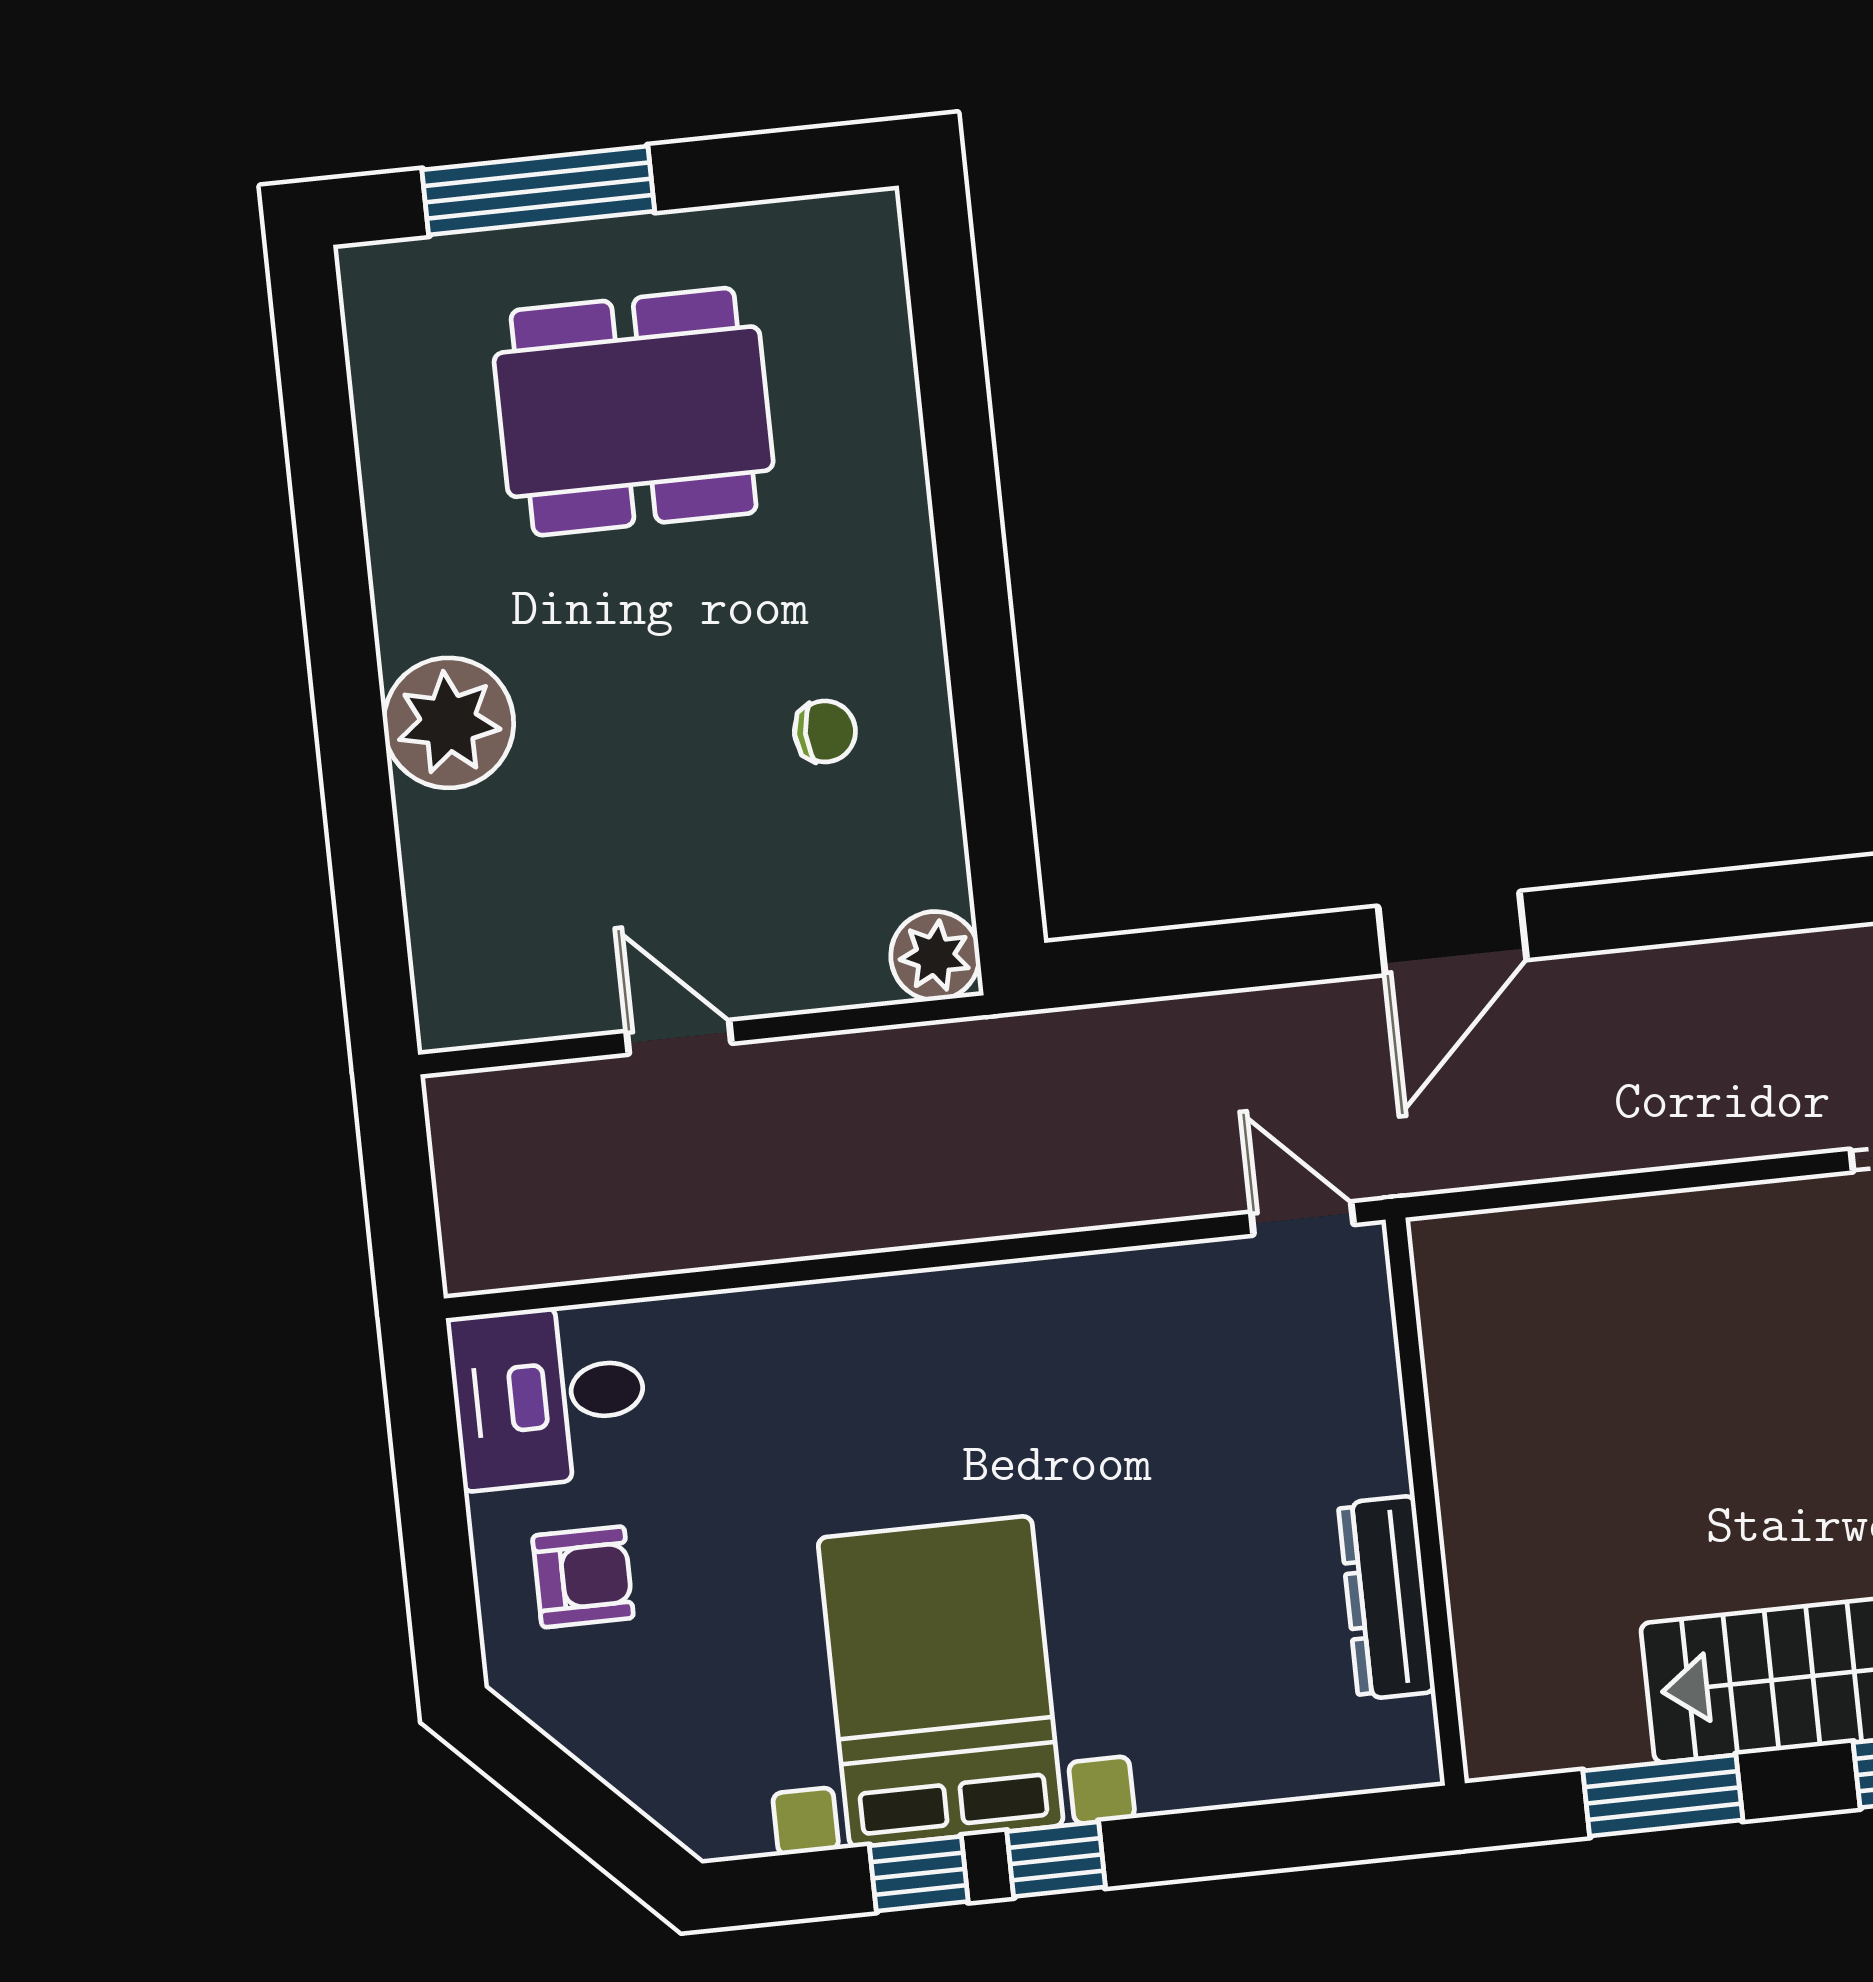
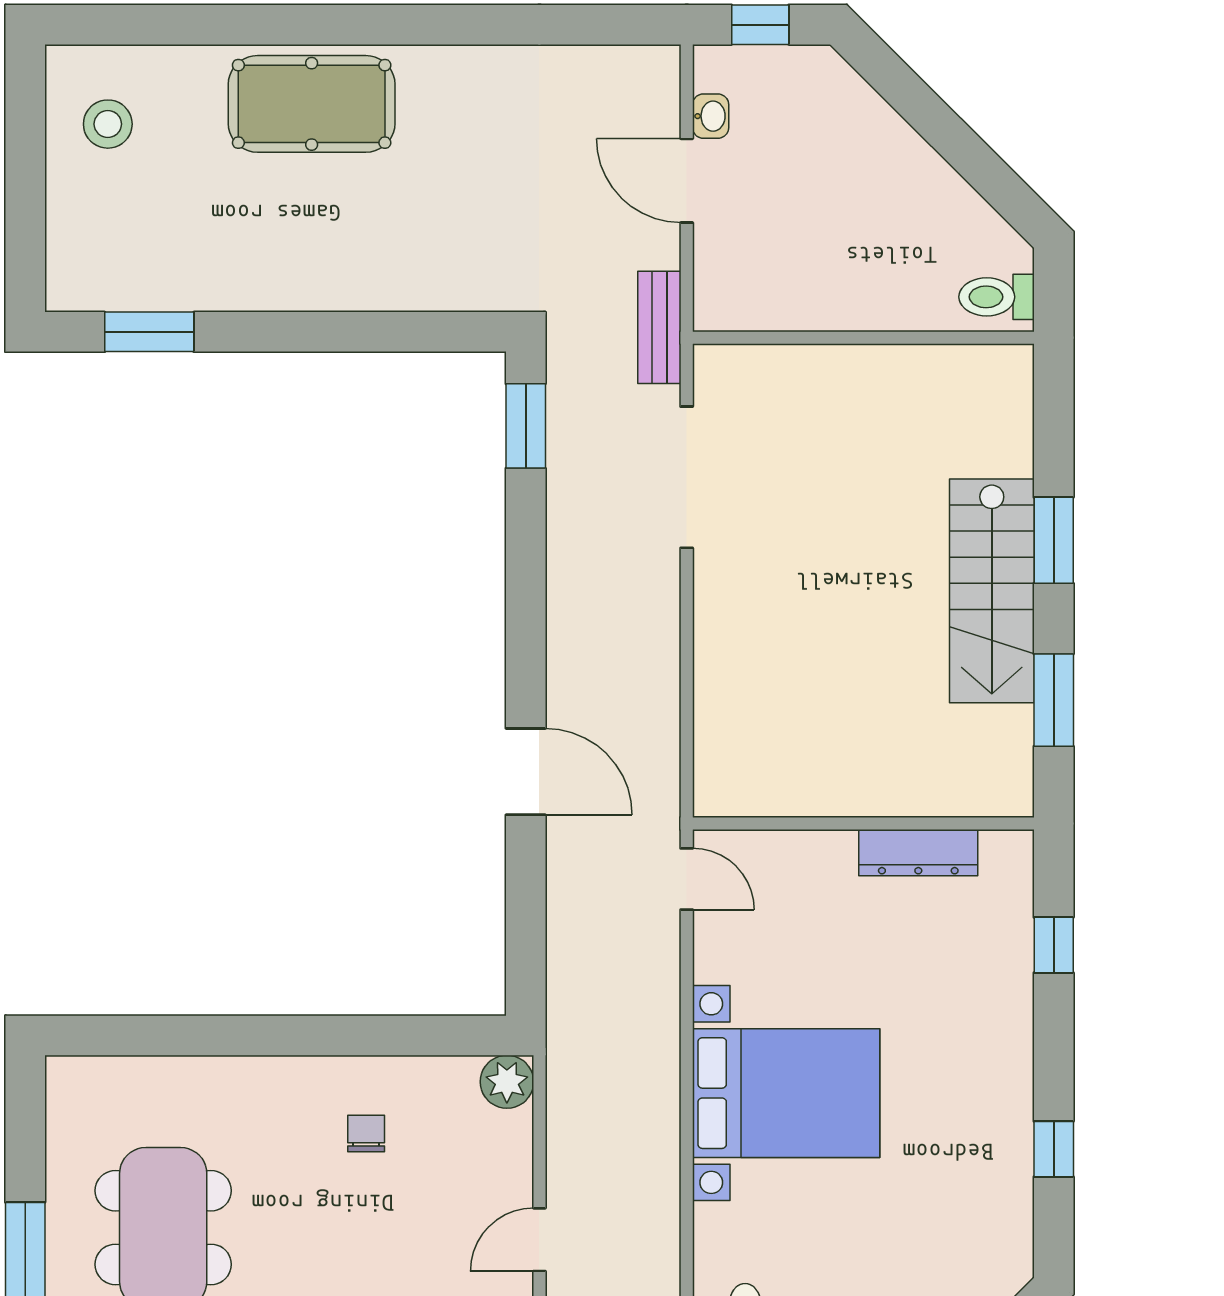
door: (1302, 1218) -> (687, 879), swing flipped
bed with nightstands: (941, 1682) -> (786, 1093), moved, turned 180
window: (1056, 1859) -> (1054, 945), moved

